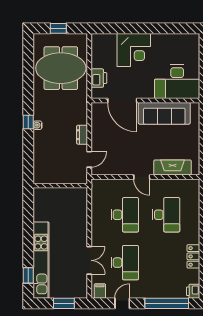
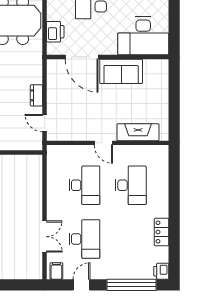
sofa: (164, 113) -> (121, 71), width x0.73
door: (89, 159) -> (45, 123), swing flipped
window: (64, 303) -> (16, 285), removed

